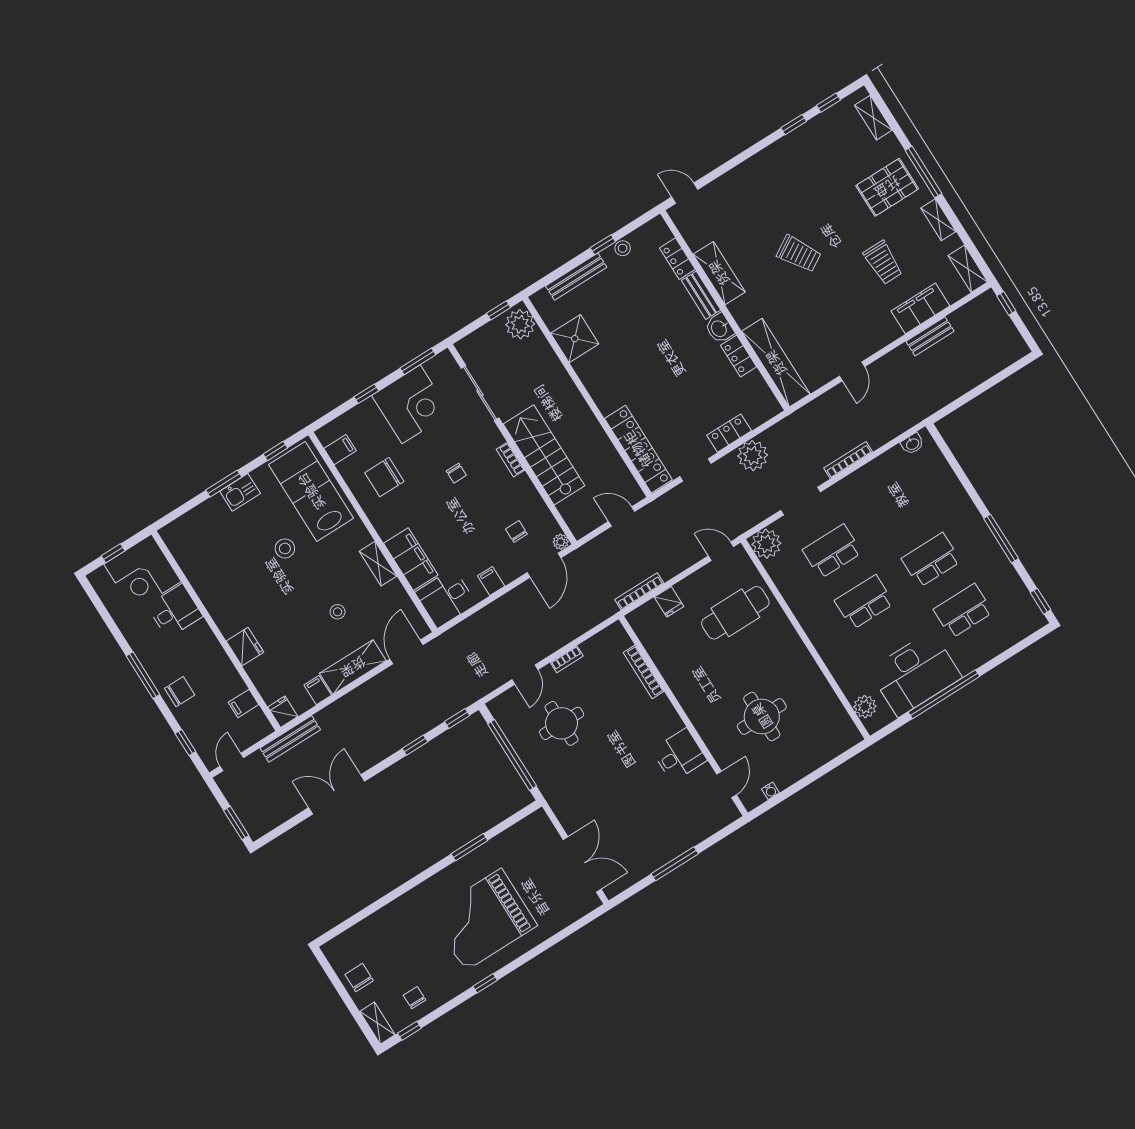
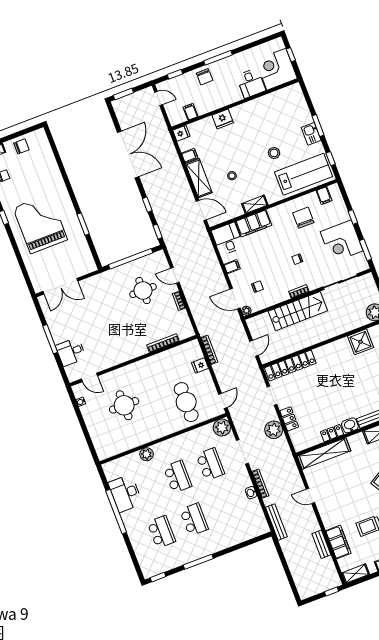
washbasin: (912, 444) -> (251, 493), moved
desk: (915, 674) -> (125, 493), width x0.73, depth x0.77
plant: (865, 707) -> (147, 454), moved
bench: (290, 739) -> (276, 522), moved
desk: (679, 755) -> (71, 352), moved, turned 90
double door: (337, 794) -> (128, 154), width x1.36

